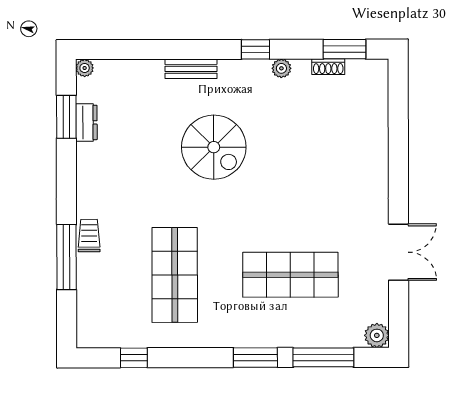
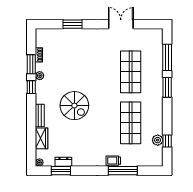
window: (345, 49) -> (31, 64), moved
wardrobe: (139, 73) -> (42, 138), added
window: (398, 143) -> (73, 24), added
spiral stairs: (214, 147) -> (74, 106), turned 90
shop shelf: (175, 275) -> (131, 123), turned 90
plant: (377, 335) -> (158, 140), moved

